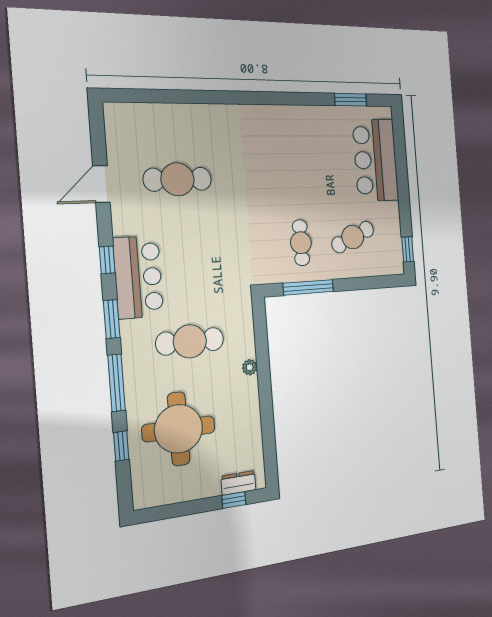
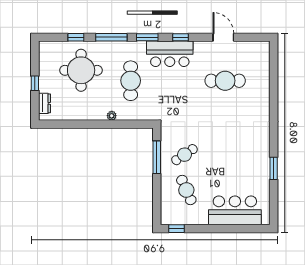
window: (351, 100) -> (274, 168), moved
cafe table: (178, 179) -> (225, 81), turned 90
cafe table: (301, 243) -> (184, 155), turned -34
window: (234, 500) -> (35, 83), moved

